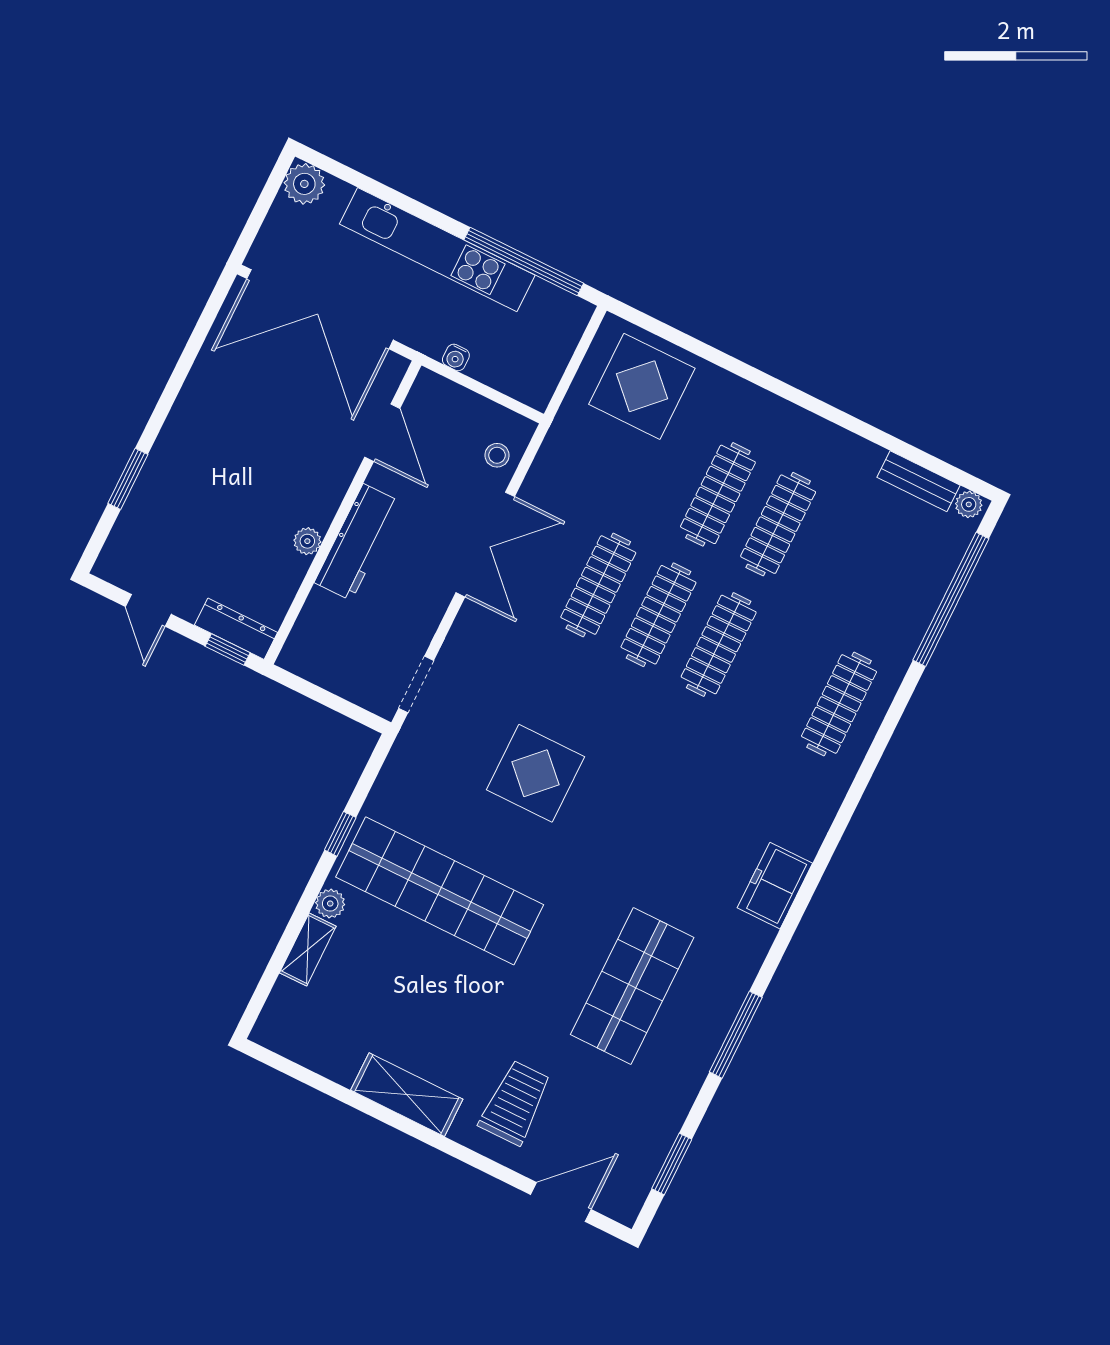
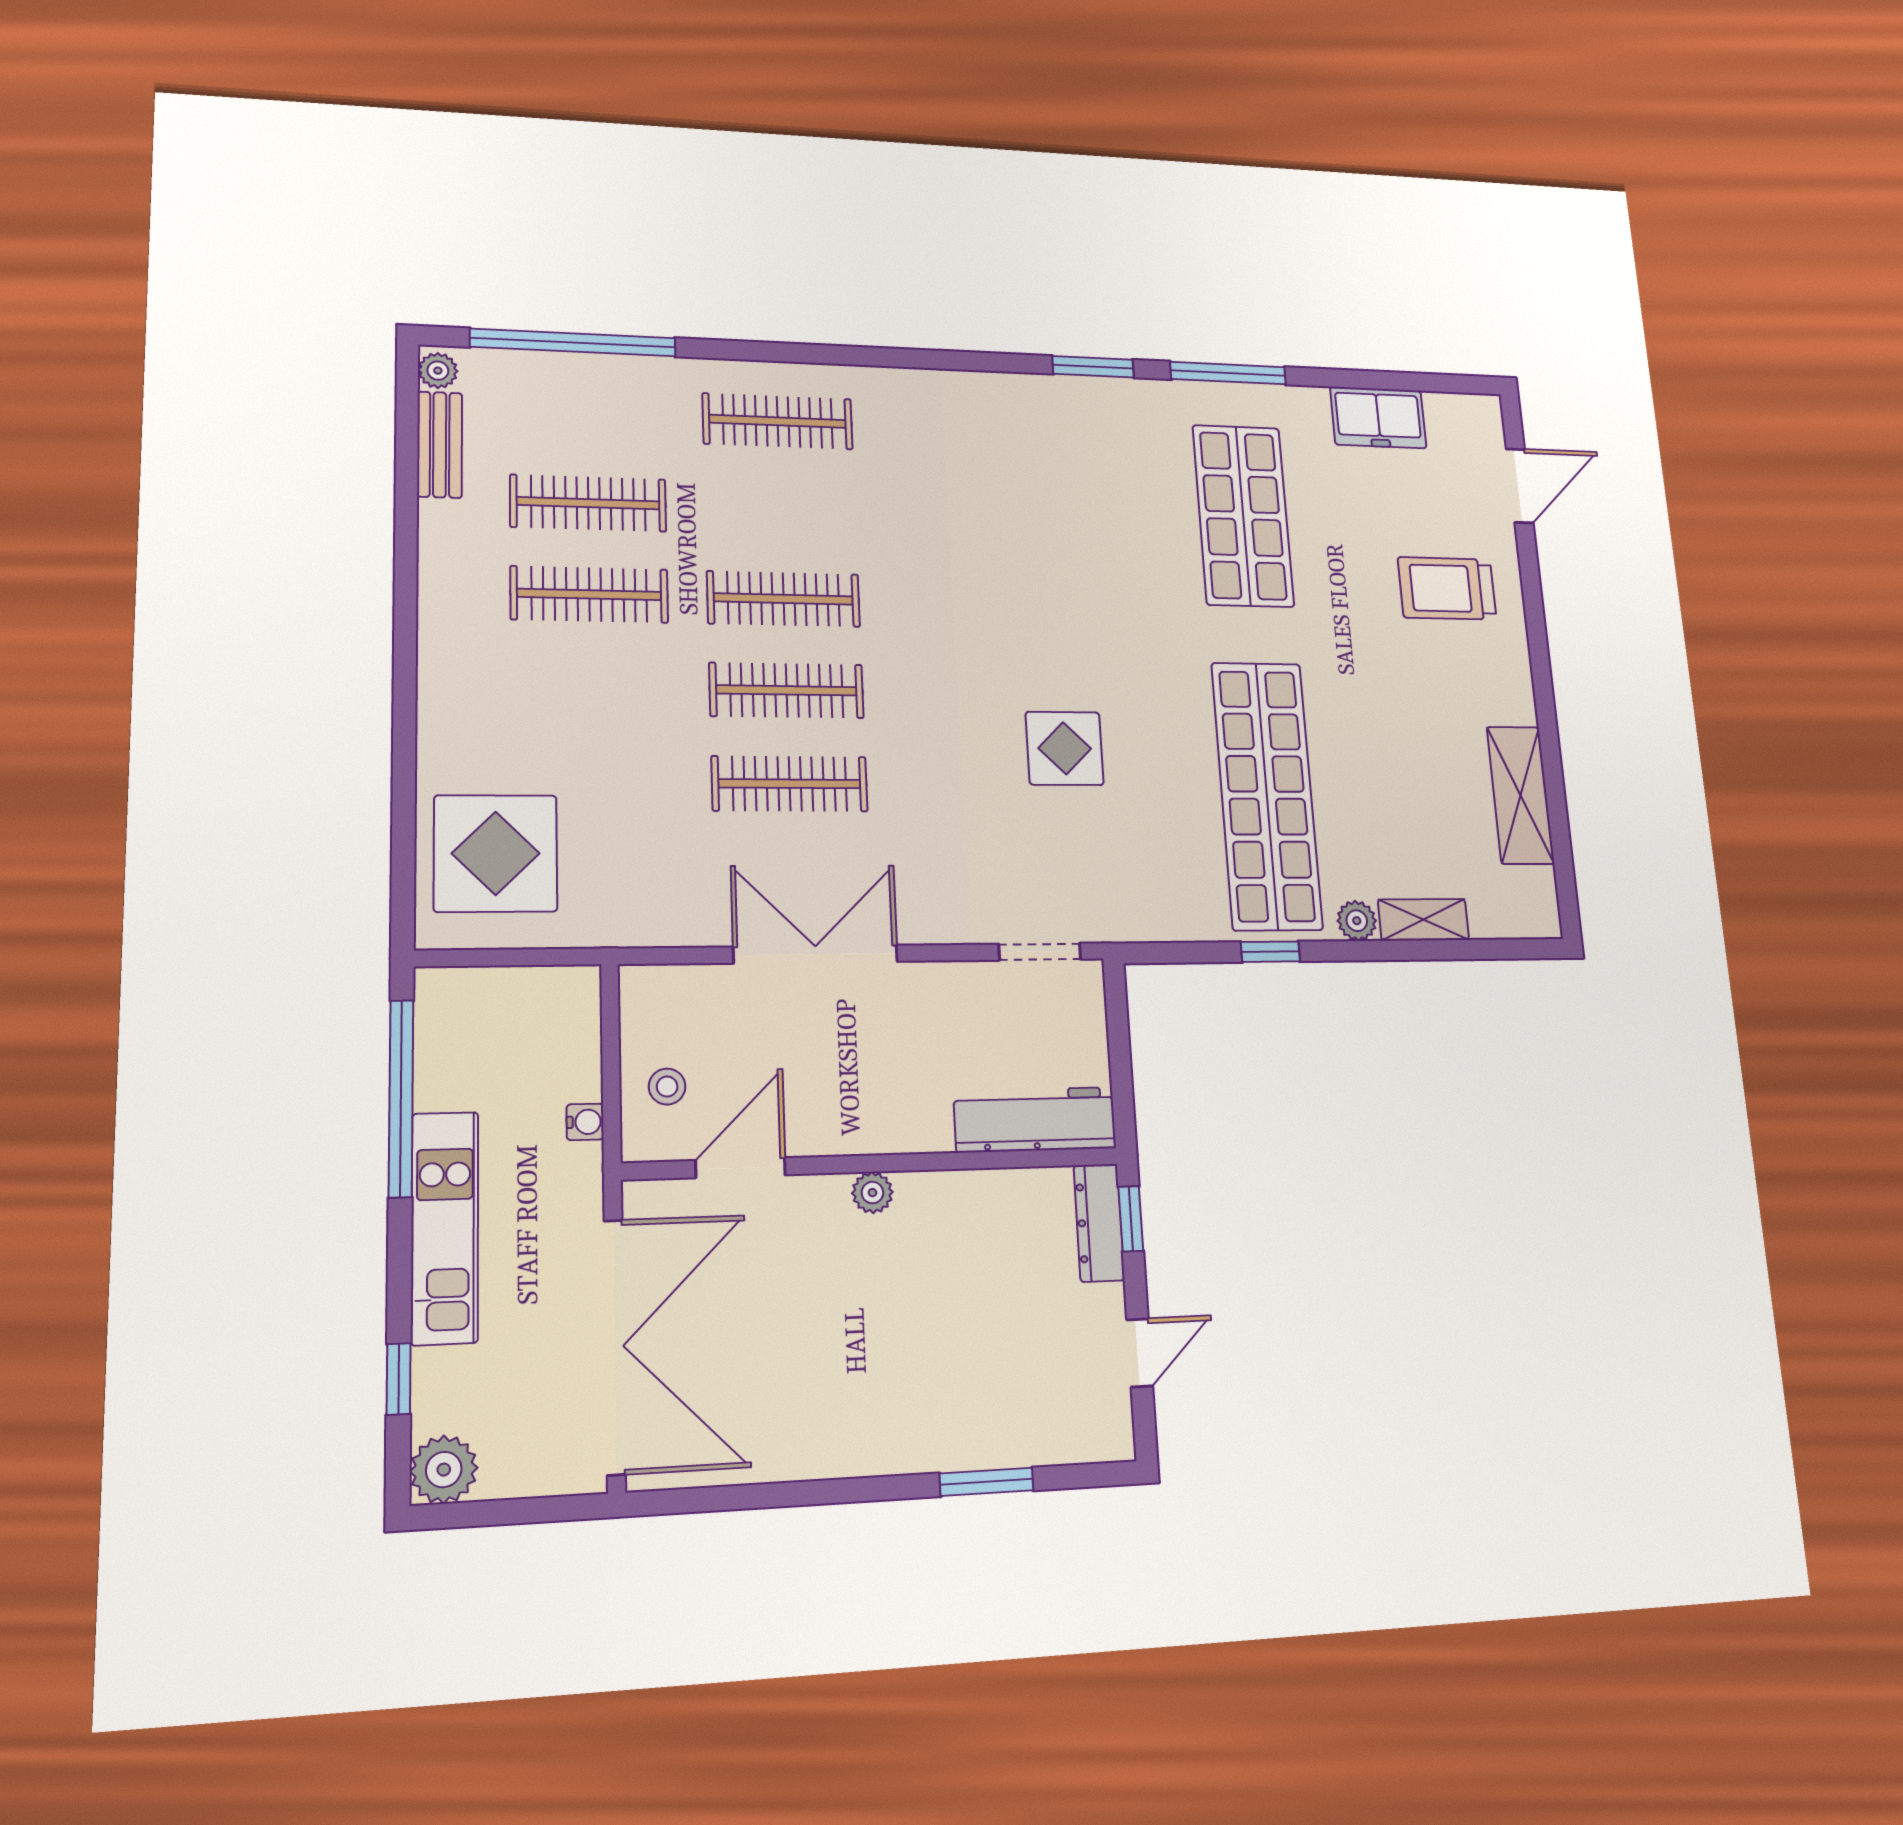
window: (367, 184) -> (399, 1379), added
kitchen unit: (437, 250) -> (445, 1227), width x0.73
stool: (497, 455) -> (667, 1087), moved
clothes rail: (718, 494) -> (588, 503), moved
plant: (307, 541) -> (872, 1193), moved
workbench: (357, 542) -> (1035, 1120), moved
display table: (535, 773) -> (1065, 748), width x0.73, depth x0.73
freezer: (775, 886) -> (1378, 418), moved
shop shelf: (632, 986) -> (1243, 516), turned 90
shelving: (407, 1095) -> (1520, 795), moved
window: (672, 1164) -> (1093, 367), moved
door: (561, 1202) -> (1520, 486), swing flipped

